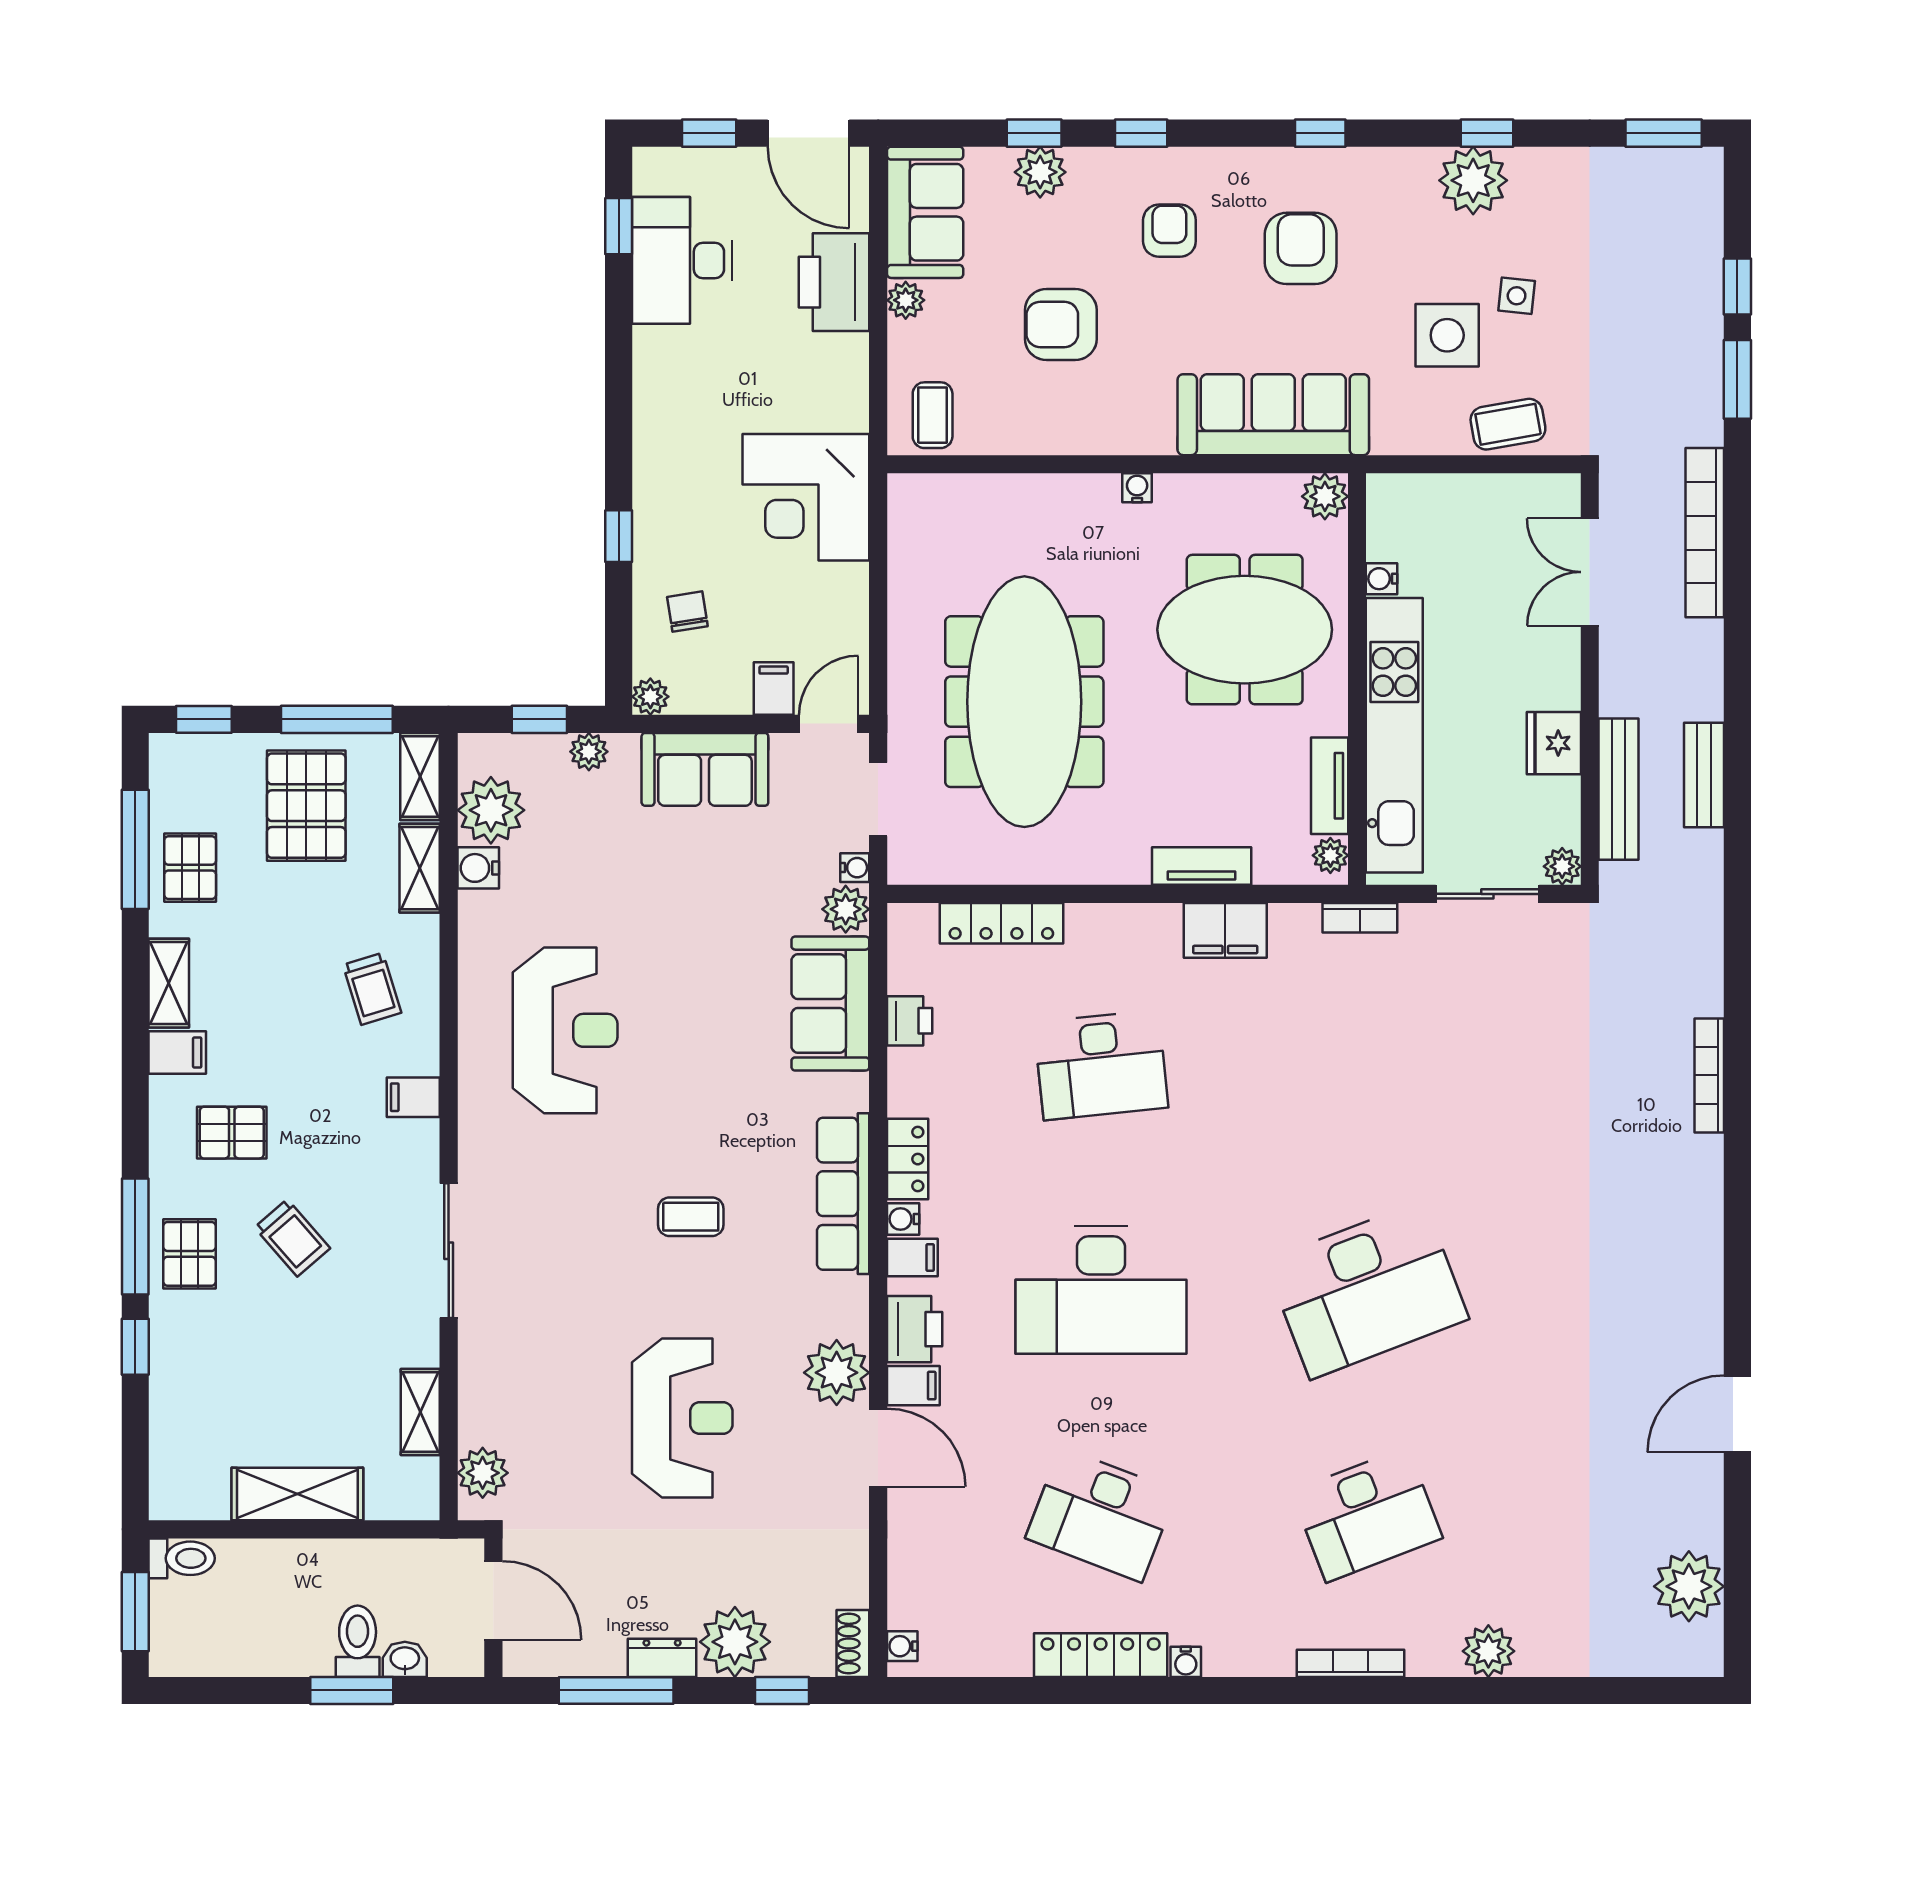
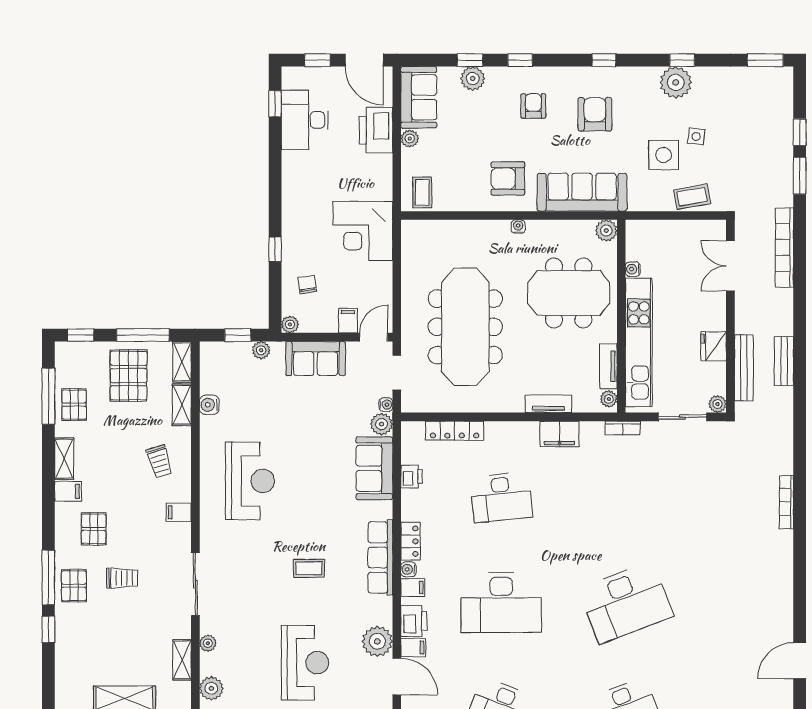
armchair: (1061, 324) -> (508, 179), moved
plant: (491, 810) -> (208, 643), moved, width x0.53, depth x0.53
pallet: (232, 1133) -> (94, 529), turned 90
trolley: (292, 1238) -> (122, 578), turned -49

